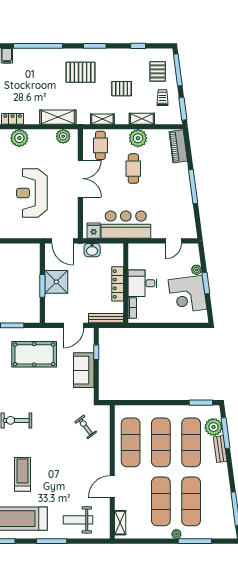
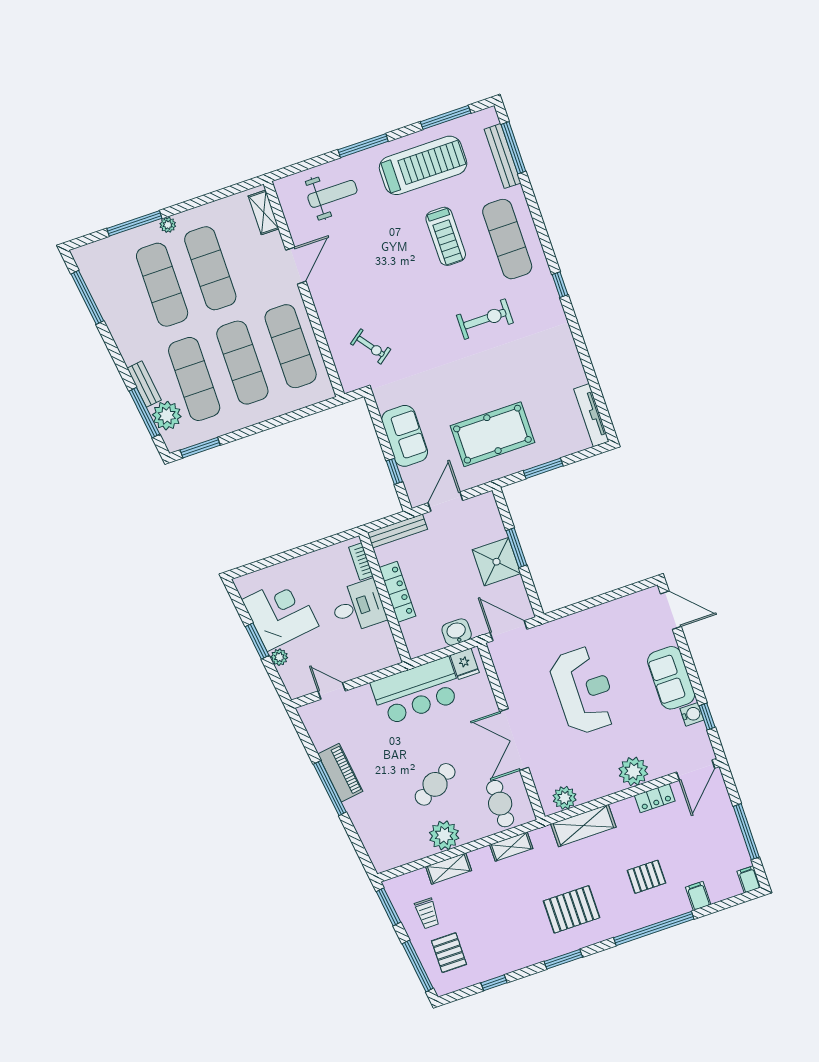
pallet: (122, 89) -> (646, 877), moved
piano: (178, 146) -> (340, 773), moved
cafe table: (133, 169) -> (435, 784), turned 61
door: (173, 241) -> (332, 691), hinge flipped

